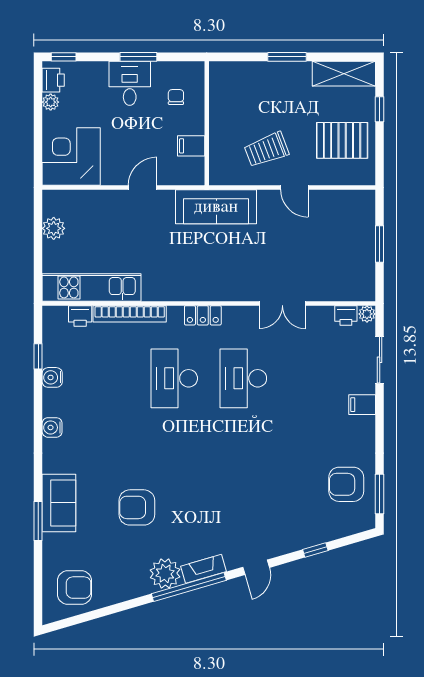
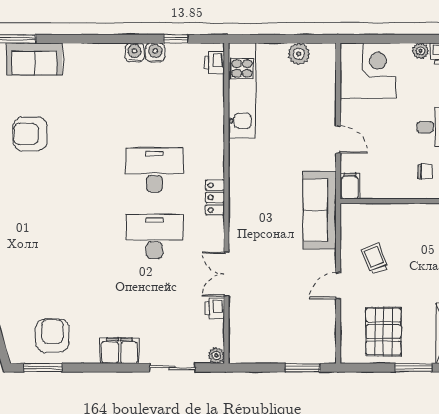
window: (380, 109) -> (413, 368), width x1.50
filing cabinet: (191, 146) -> (350, 186), moved
trolley: (266, 150) -> (375, 259), width x0.73, depth x0.72
window: (380, 244) -> (302, 368), moved
bookcase: (130, 314) -> (216, 127), removed
printer: (80, 316) -> (214, 63), moved
printer: (346, 316) -> (215, 308), moved
filing cabinet: (362, 405) -> (120, 351), width x2.00
water cooler: (52, 427) -> (134, 52), moved
armchair: (137, 507) -> (30, 134), turned -90

